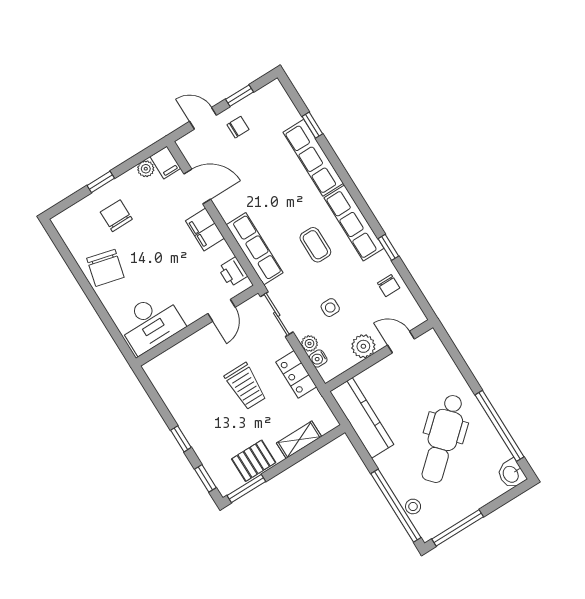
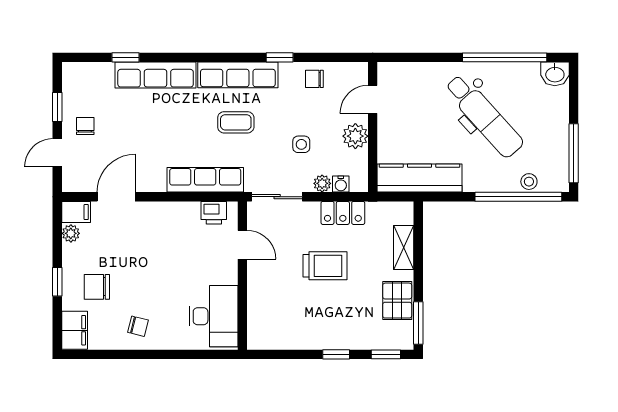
filing cabinet: (205, 229) -> (75, 330), moved, turned -90
chair: (105, 268) -> (138, 326), width x0.54, depth x0.54
chair: (389, 286) -> (314, 79), turned 180

